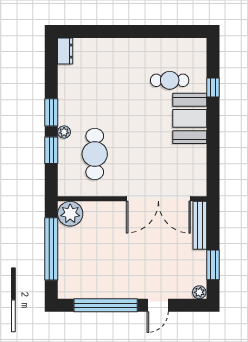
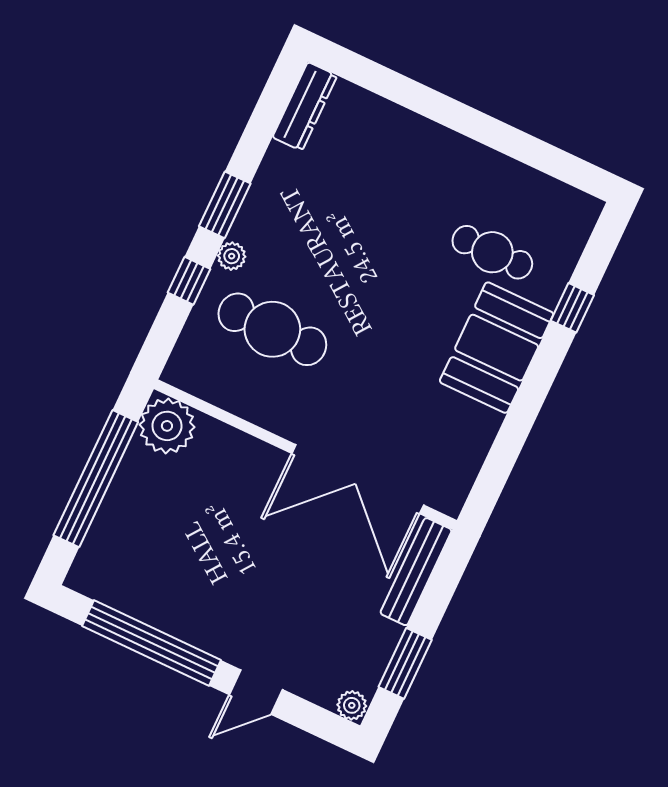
dresser: (65, 51) -> (305, 106), width x1.44
window: (51, 150) -> (189, 281), width x0.67
cafe table: (95, 154) -> (272, 329), turned 90

